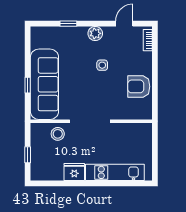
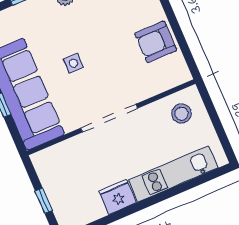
side table: (102, 65) -> (73, 63), moved
stool: (58, 134) -> (181, 114), moved

